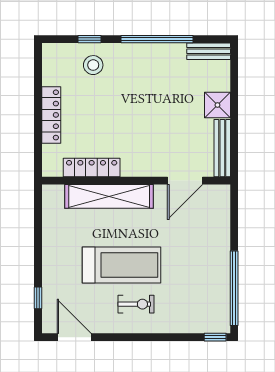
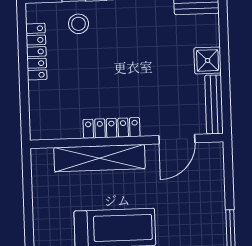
locker: (51, 115) -> (36, 52), moved
locker: (92, 167) -> (112, 128), moved

